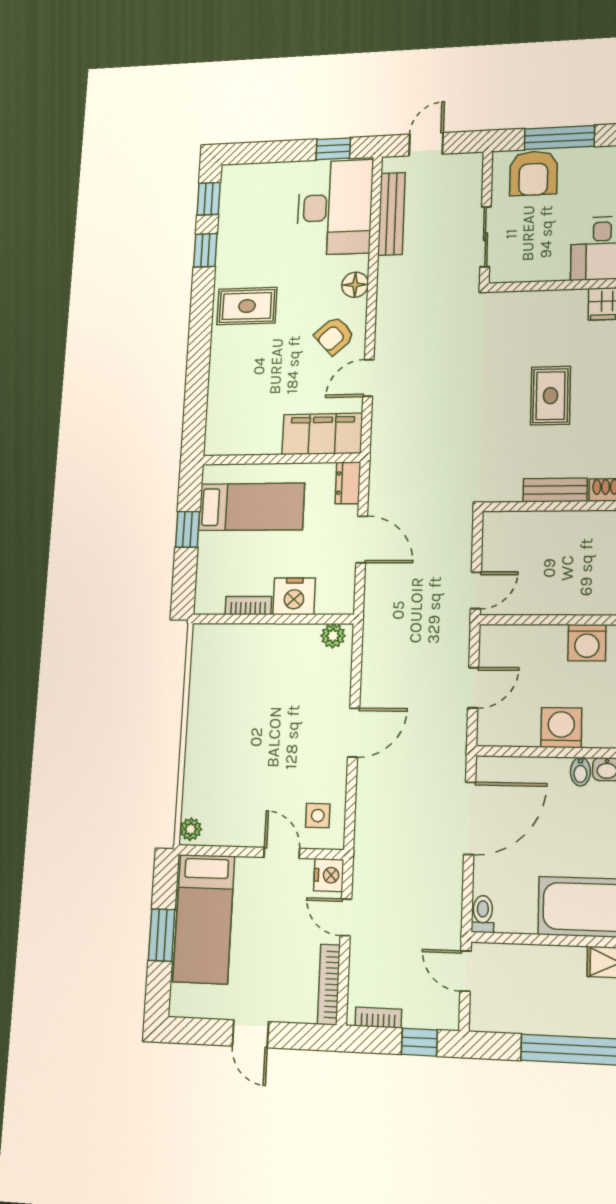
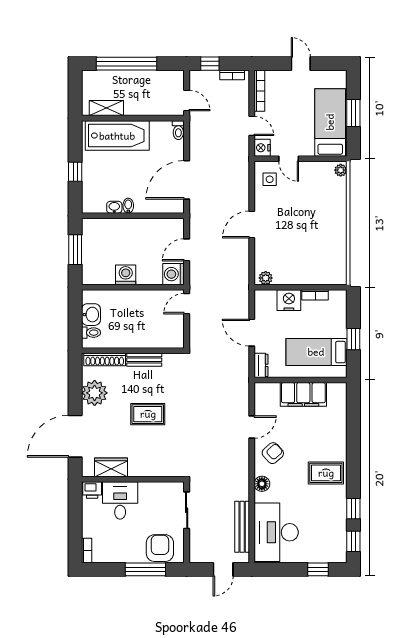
window: (333, 149) -> (318, 569), moved
rug: (551, 396) -> (148, 414), turned 90
filing cabinet: (322, 434) -> (303, 394), moved
washing machine: (561, 728) -> (173, 274), moved, turned 90

